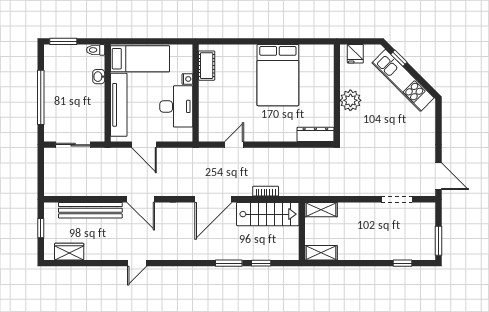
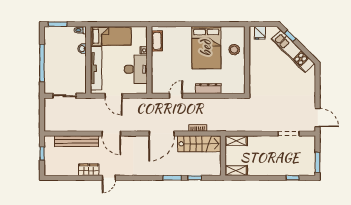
stool: (318, 78) -> (234, 50), added
plant: (350, 100) -> (257, 65), removed
dresser: (315, 134) -> (208, 89), moved
wardrobe: (69, 252) -> (89, 170), moved

